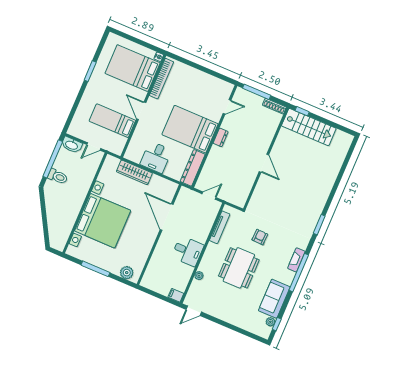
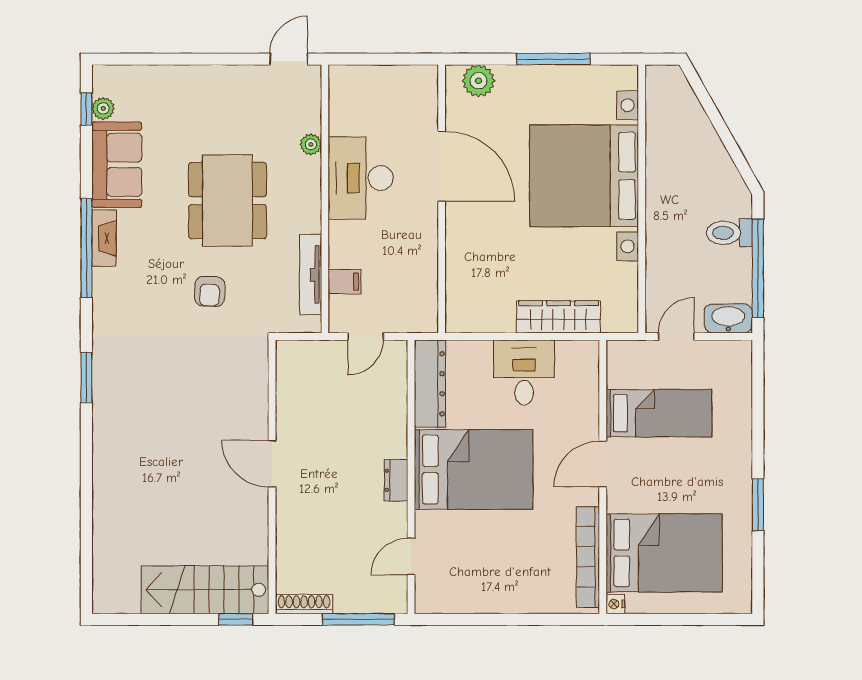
door: (141, 111) -> (603, 464), swing flipped
door: (167, 217) -> (442, 166), moved
desk: (188, 251) -> (361, 178), width x1.37
fireplace: (296, 260) -> (104, 238), moved
filing cabinet: (176, 295) -> (345, 282), moved

